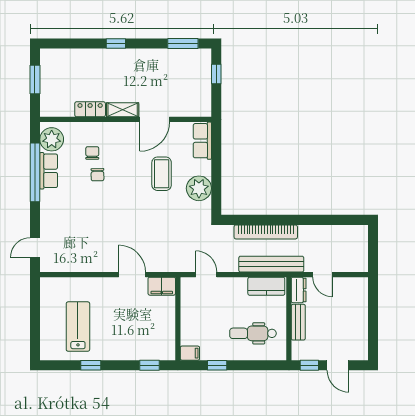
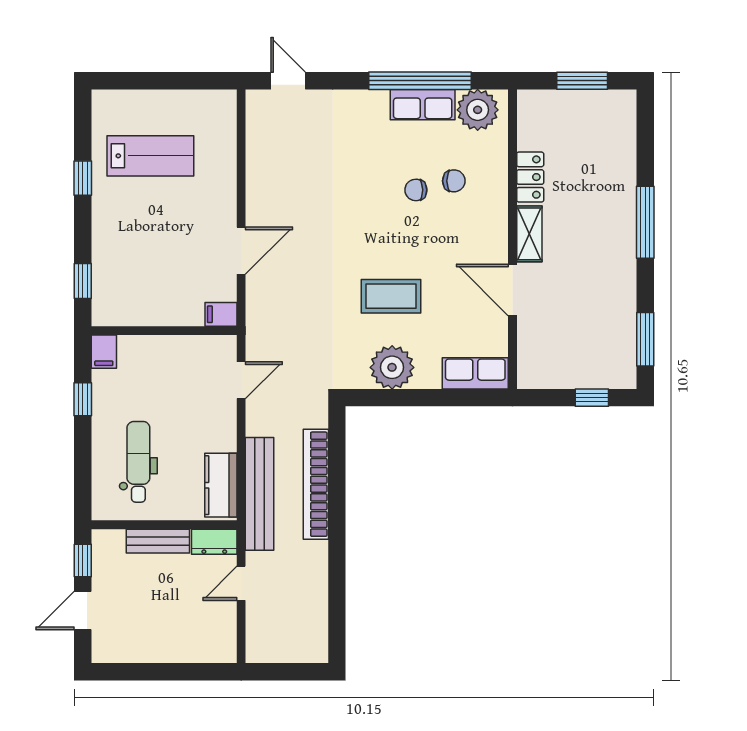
window: (116, 43) -> (645, 222), width x2.17
coffee table: (162, 174) -> (391, 296), moved
filing cabinet: (162, 286) -> (221, 314), width x0.50

